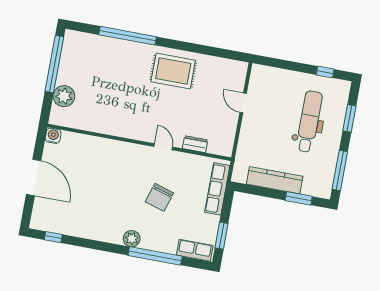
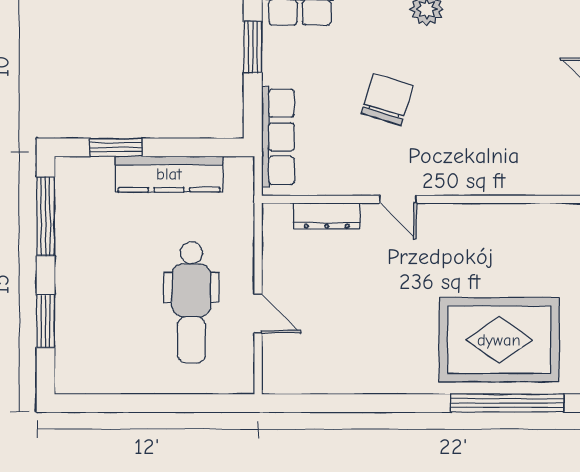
rug: (173, 71) -> (499, 340), moved, width x1.37, depth x1.44
window: (325, 72) -> (109, 403), removed
dental chair: (309, 121) -> (191, 302), moved
dresser: (195, 144) -> (327, 216), width x1.44

